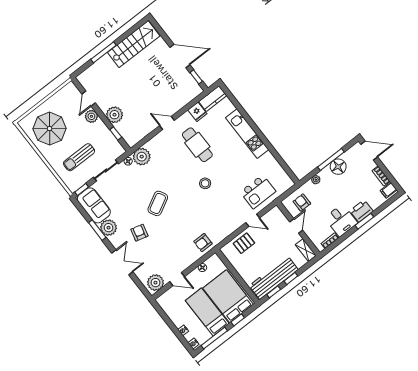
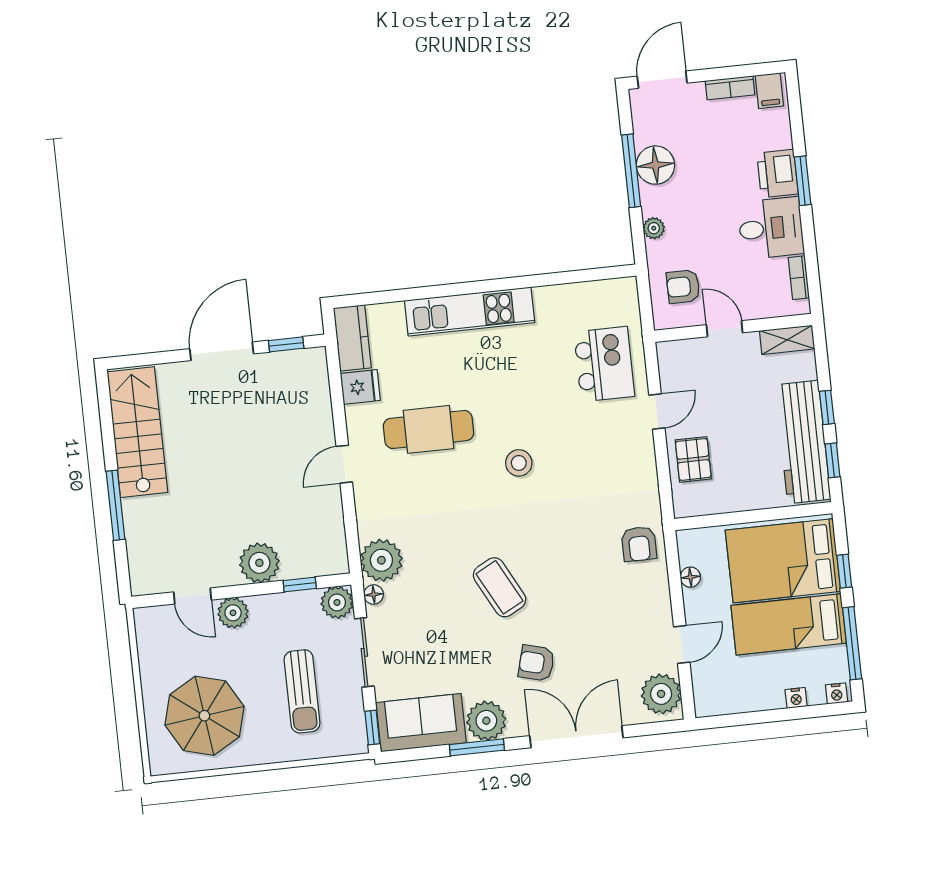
plant: (117, 150) -> (337, 602), added
double door: (122, 262) -> (576, 737), width x1.37

